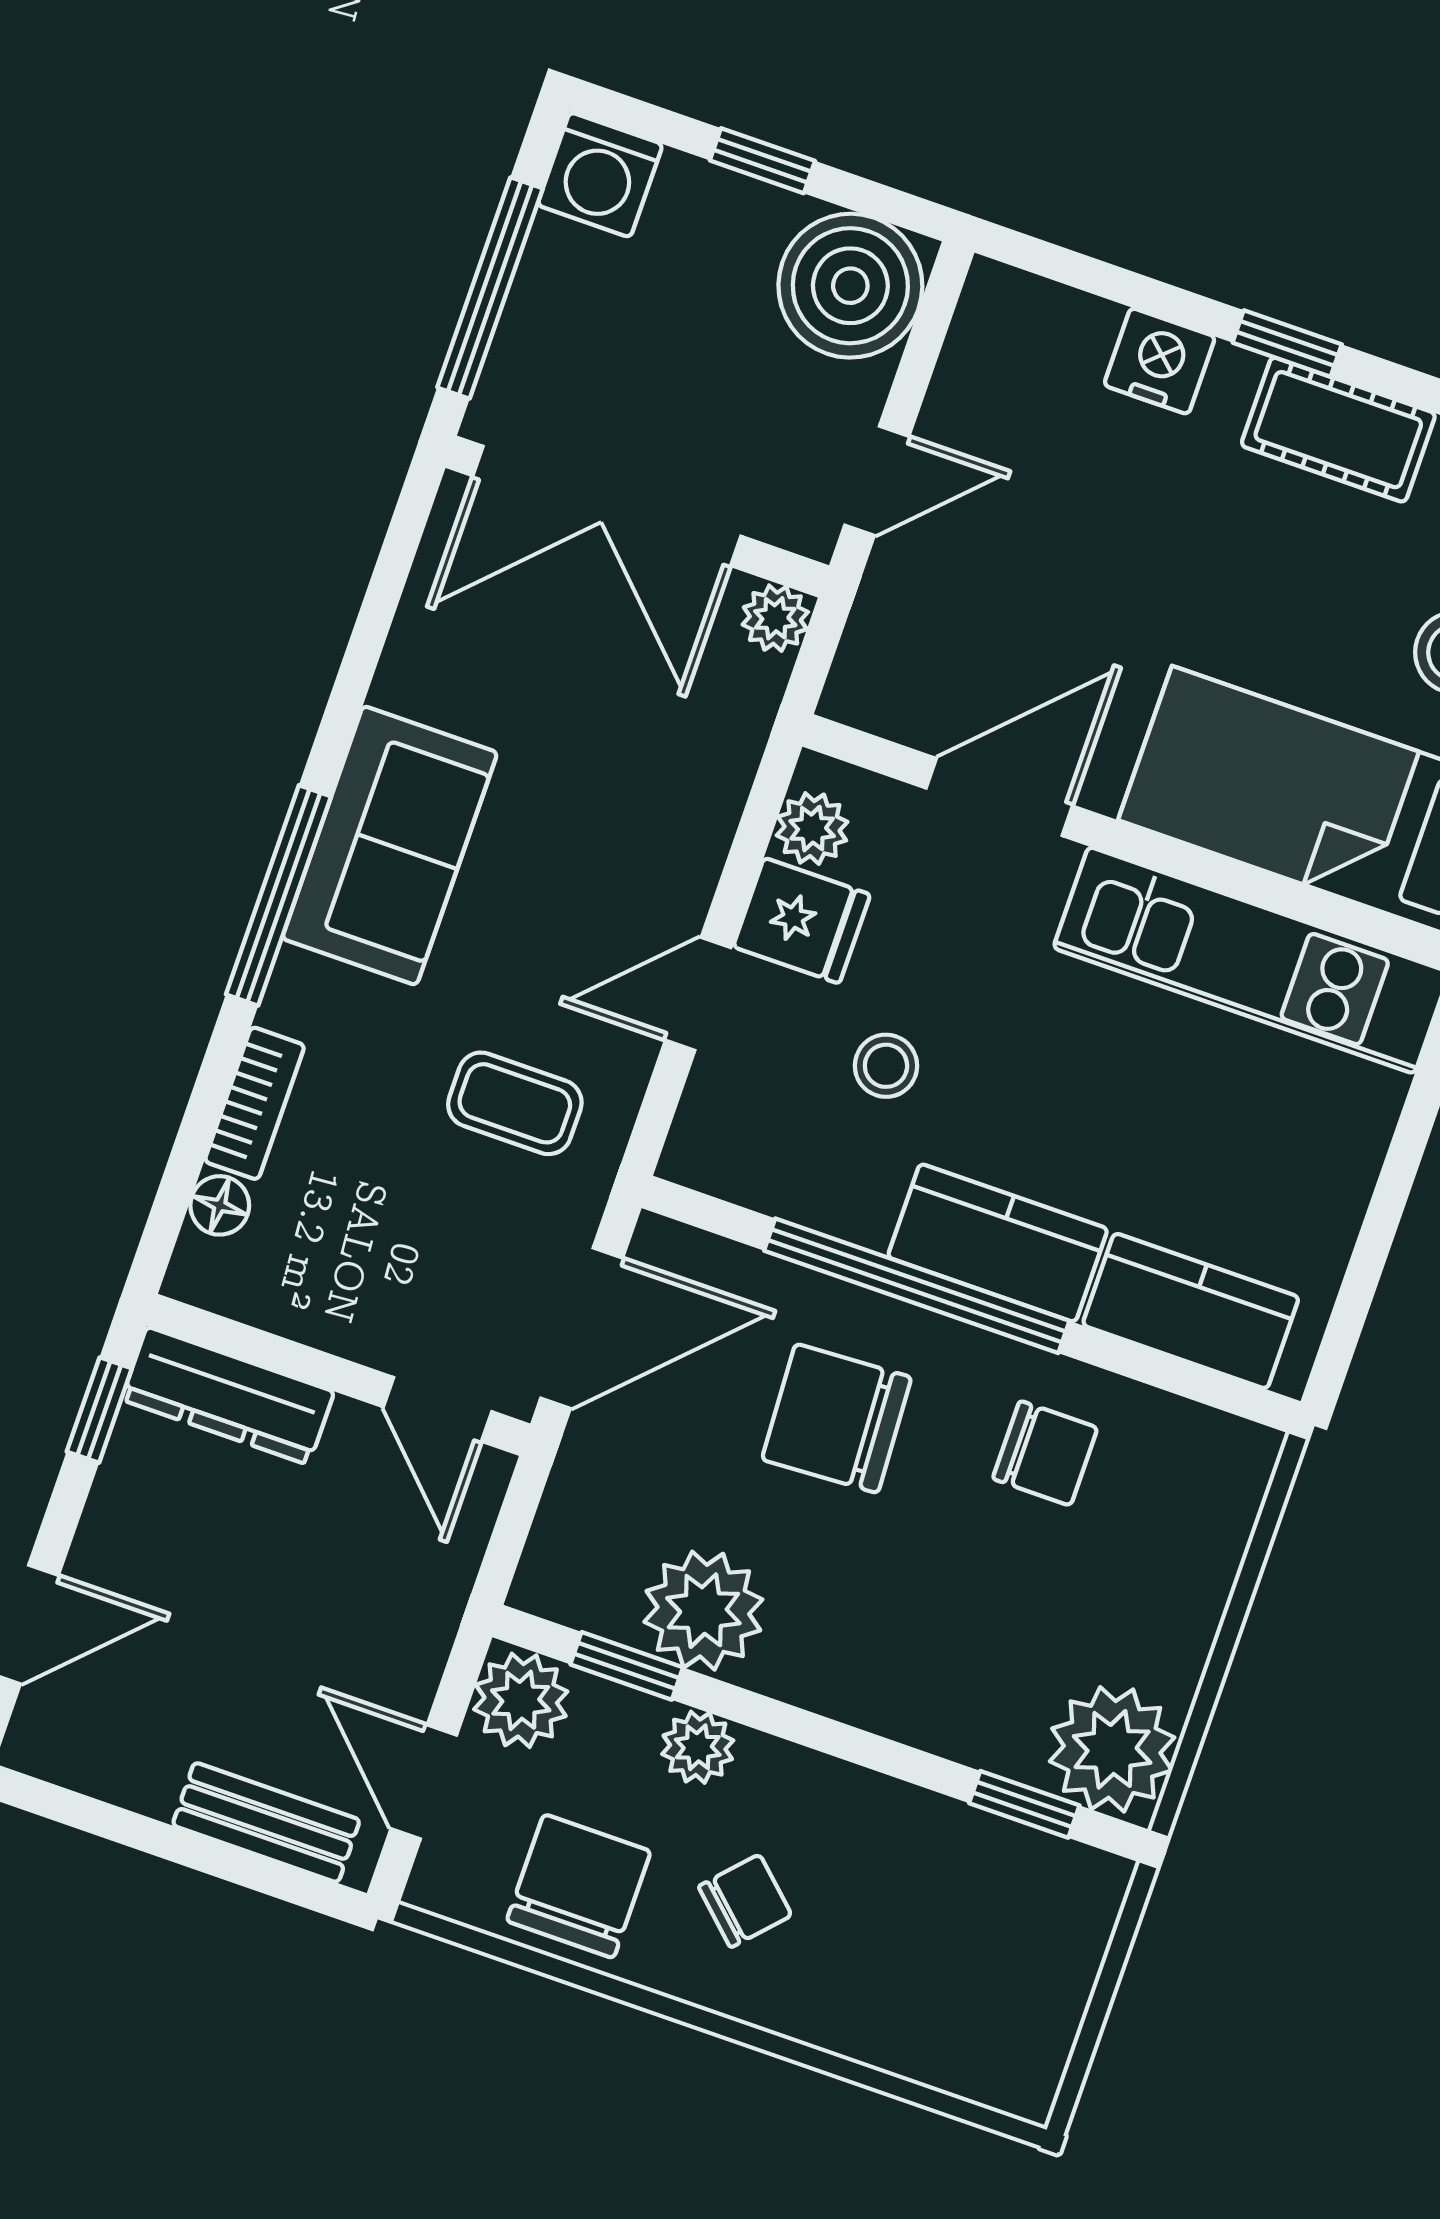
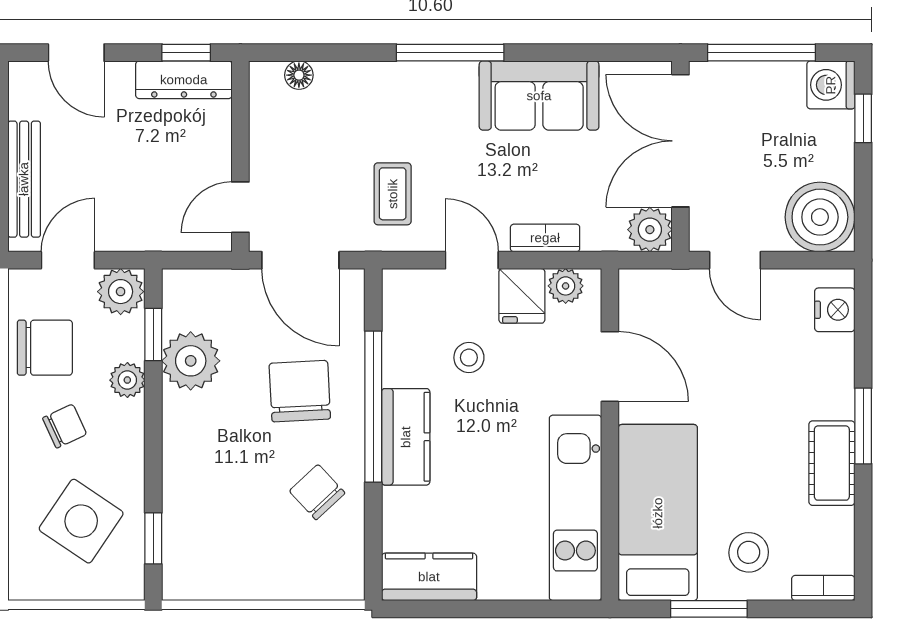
window: (762, 161) -> (863, 118), moved
window: (1287, 343) -> (863, 426), width x1.50
nightstand: (1160, 361) -> (835, 310), moved
plant: (775, 618) -> (650, 230), width x1.38, depth x1.38
sofa: (390, 846) -> (539, 96), moved
bookcase: (255, 1103) -> (545, 238), moved, turned 180
kitchen counter: (1191, 1311) -> (429, 577), moved, turned -90
dresser: (228, 1396) -> (184, 80), moved, turned -90
chair: (1045, 1453) -> (317, 492), turned 137
plant: (1112, 1749) -> (192, 570), removed
bench: (266, 1822) -> (24, 179), width x1.36
chair: (745, 1901) -> (65, 426), turned -68
side table: (942, 1933) -> (81, 521), added

